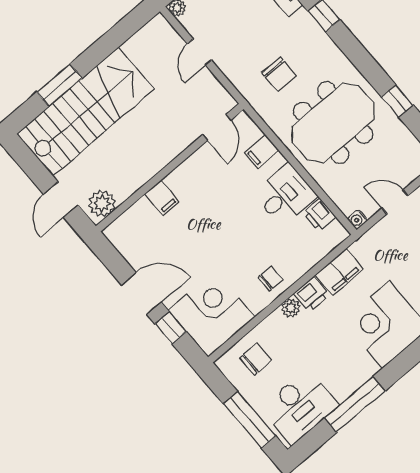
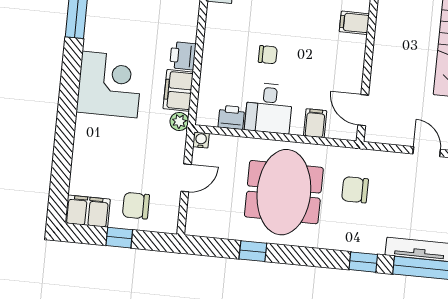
chair: (270, 278) -> (268, 55), moved, turned -90
plant: (291, 308) -> (179, 121), moved

